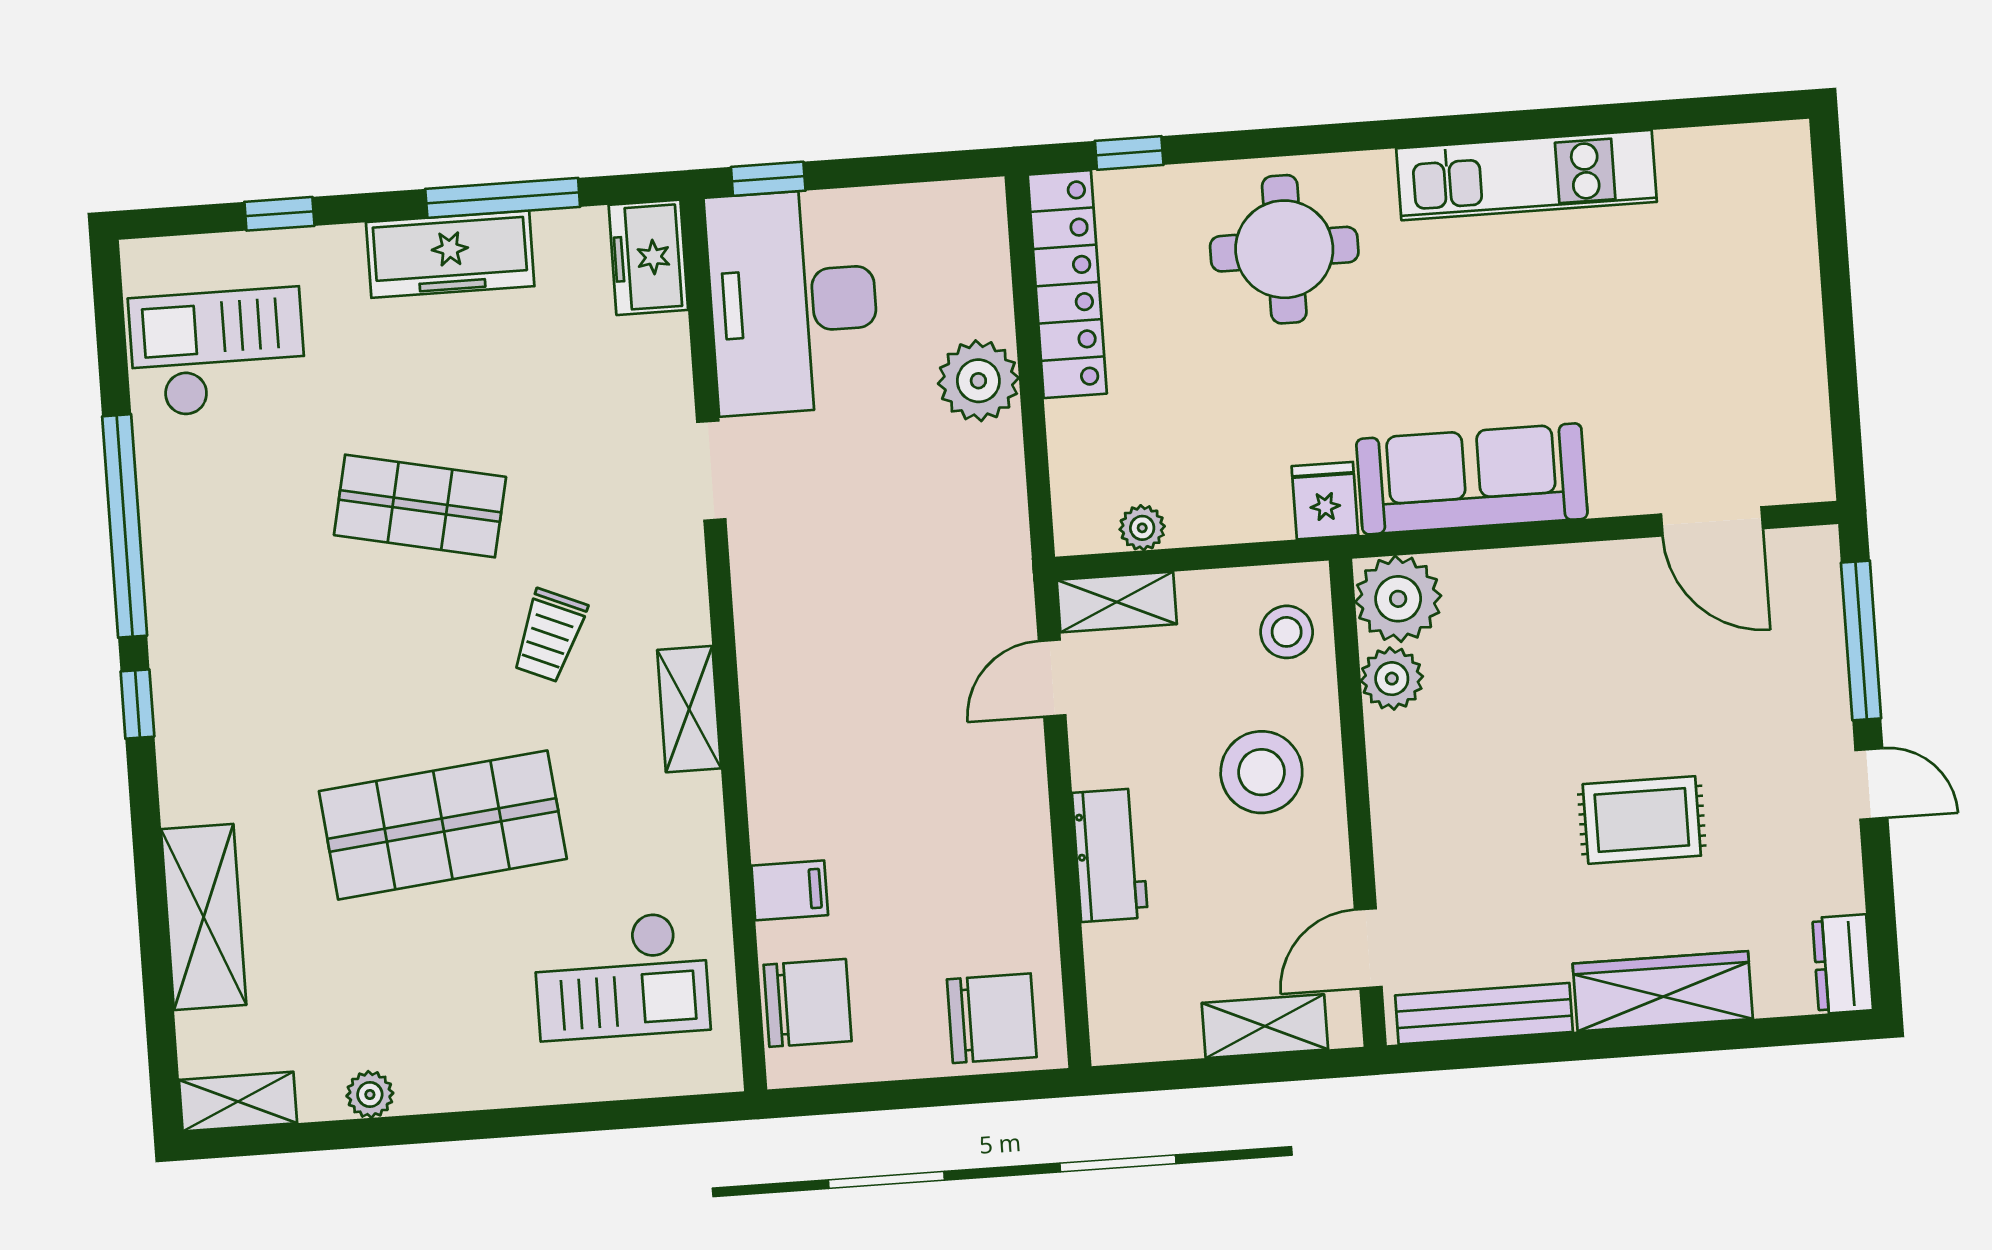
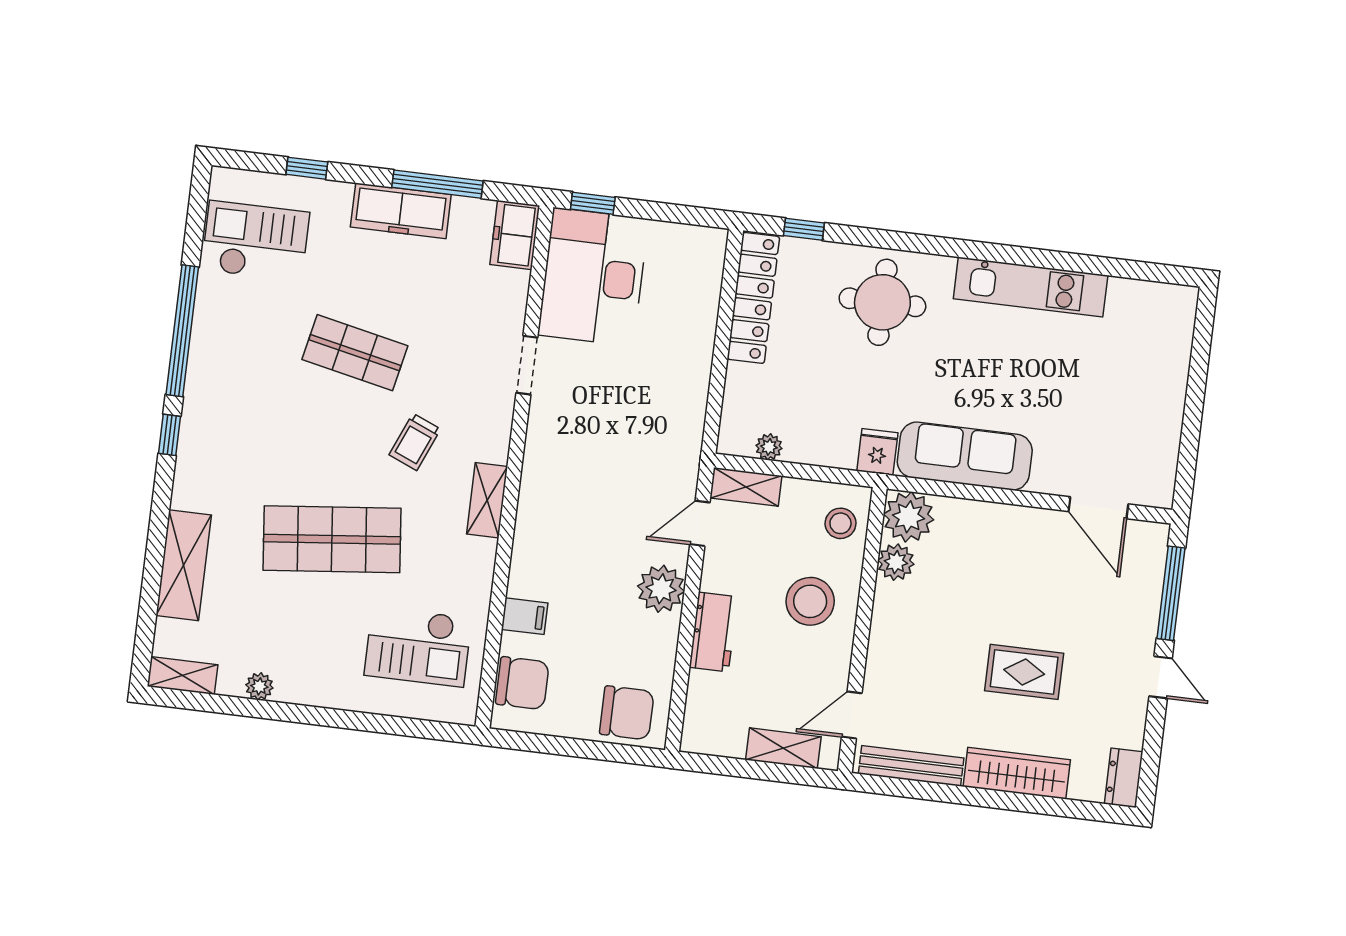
plant: (978, 381) -> (661, 589), moved

